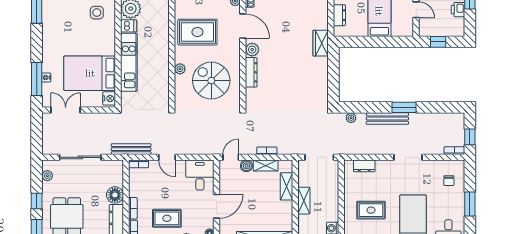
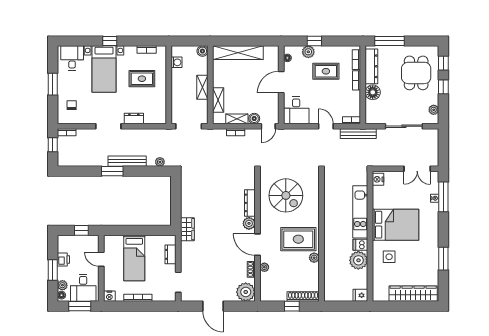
plant: (180, 69) -> (314, 258), moved
bed: (90, 73) -> (396, 225), moved
dresser: (364, 166) -> (134, 118), moved

